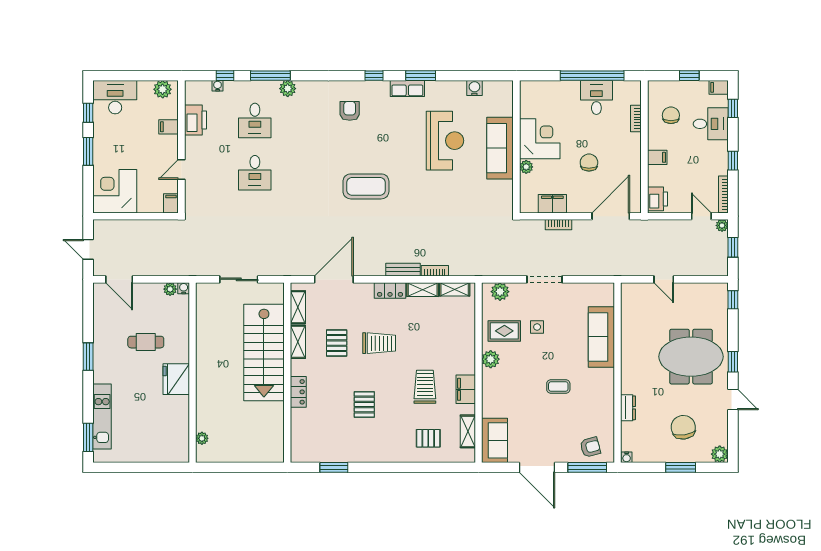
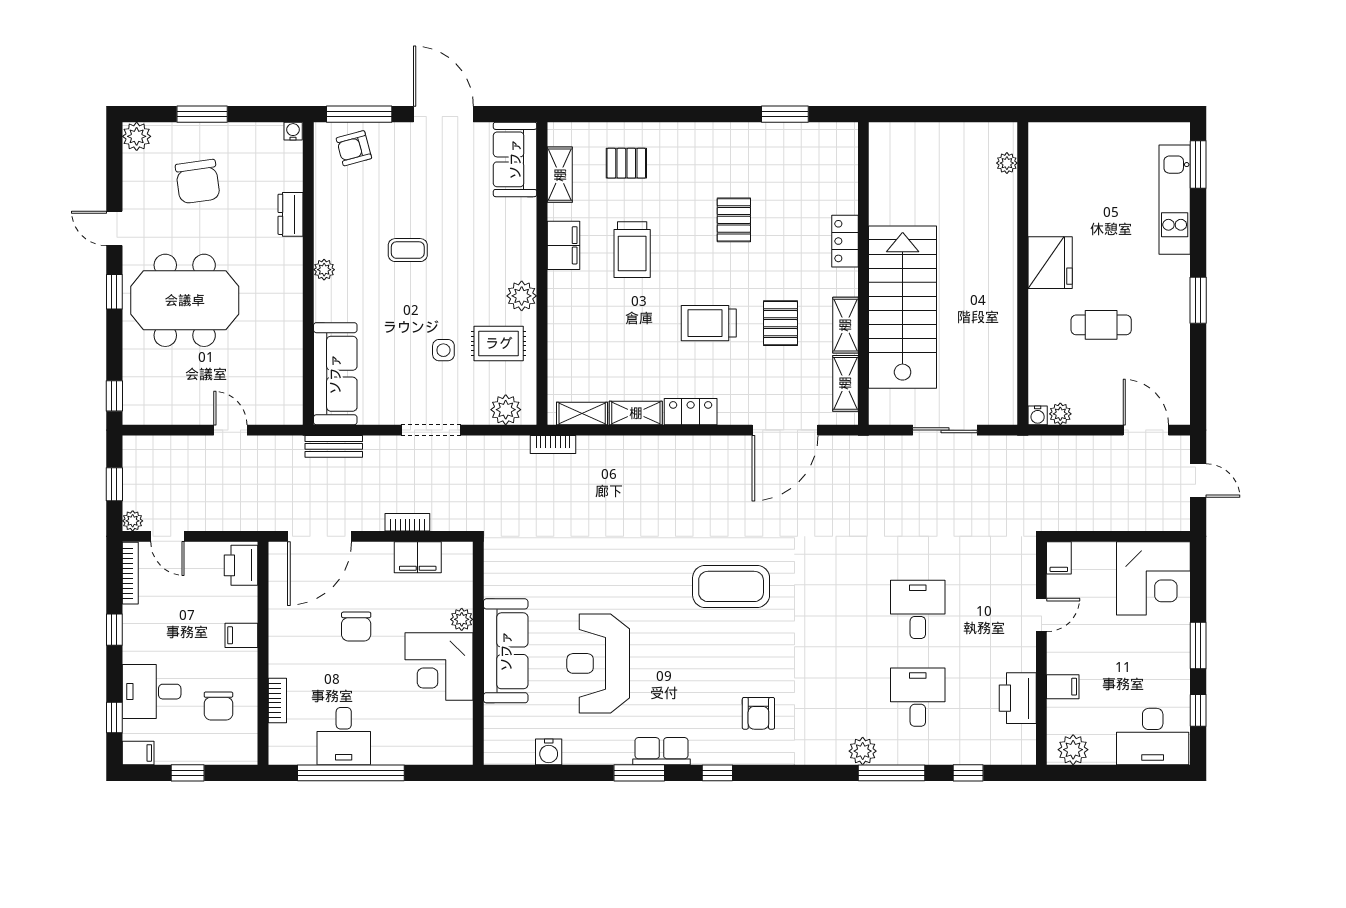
water cooler: (218, 86) -> (981, 756), removed
bench: (403, 270) -> (334, 446), moved
bookcase: (435, 271) -> (553, 445), moved
sofa: (601, 337) -> (335, 374), moved
plant: (608, 375) -> (324, 270), added

